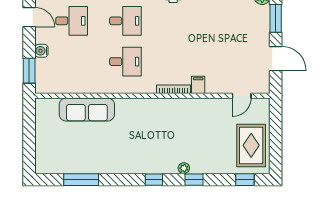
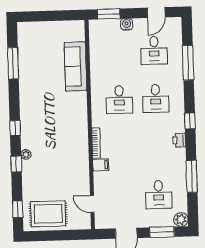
desk: (233, 21) -> (159, 194), added

